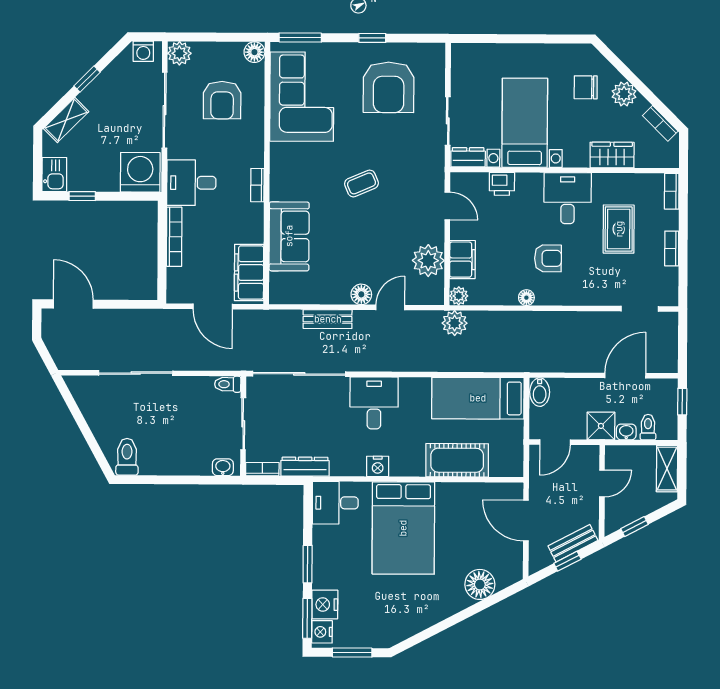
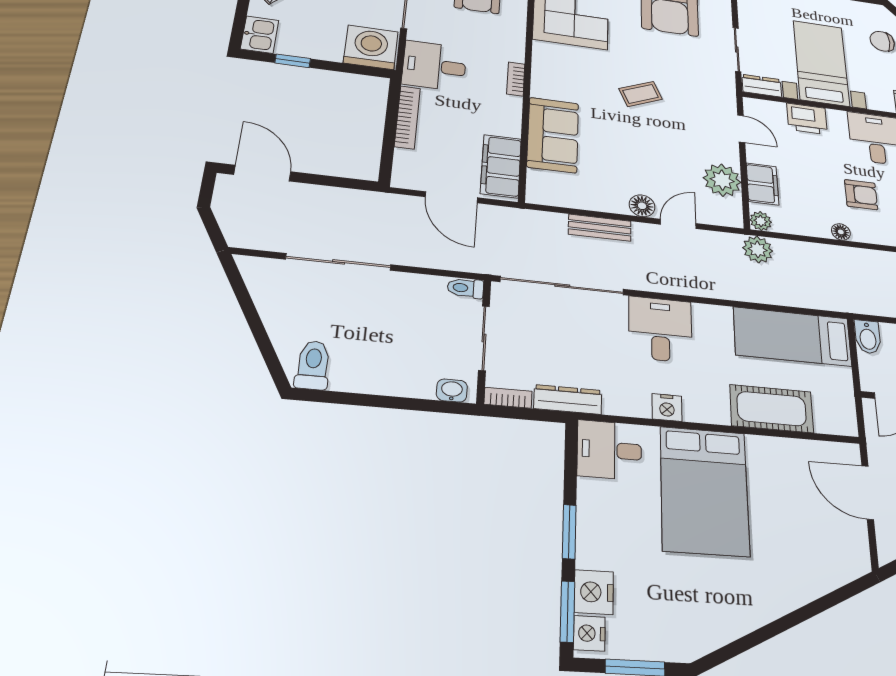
printer: (502, 184) -> (807, 119), width x1.36, depth x1.24
floor lamp: (480, 584) -> (814, 576), removed

